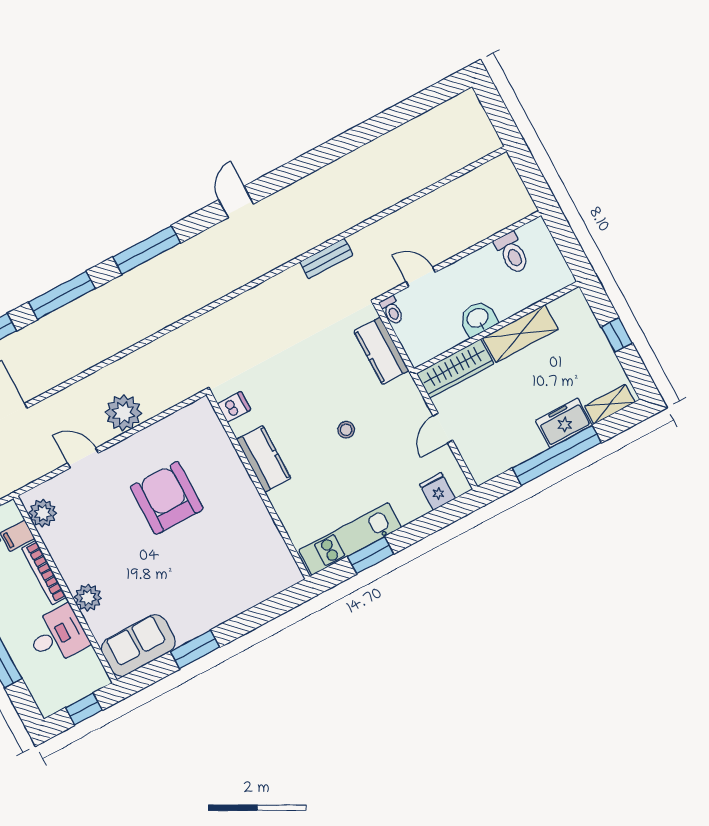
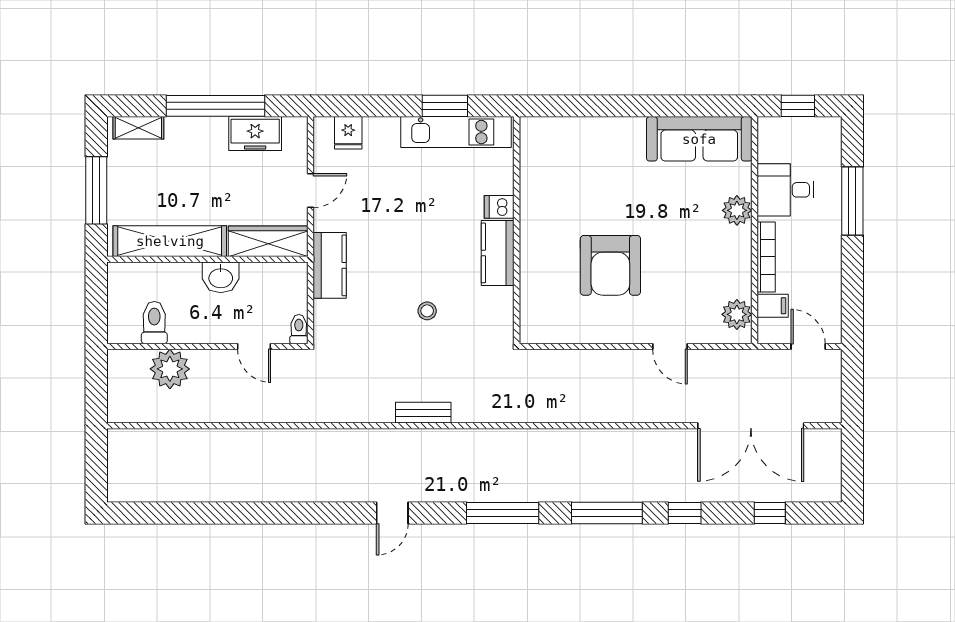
bench: (326, 258) -> (423, 413), moved
shelving: (520, 334) -> (170, 241), width x1.47
window: (617, 335) -> (96, 190), width x2.17
kitchen counter: (381, 351) -> (330, 265), moved
dishwasher: (234, 407) -> (499, 207), moved
plant: (123, 413) -> (170, 369), moved
freezer: (564, 423) -> (255, 133), moved
stool: (346, 430) -> (427, 311), moved
sofa: (138, 645) -> (699, 139), width x1.36
window: (195, 649) -> (661, 106), removed

